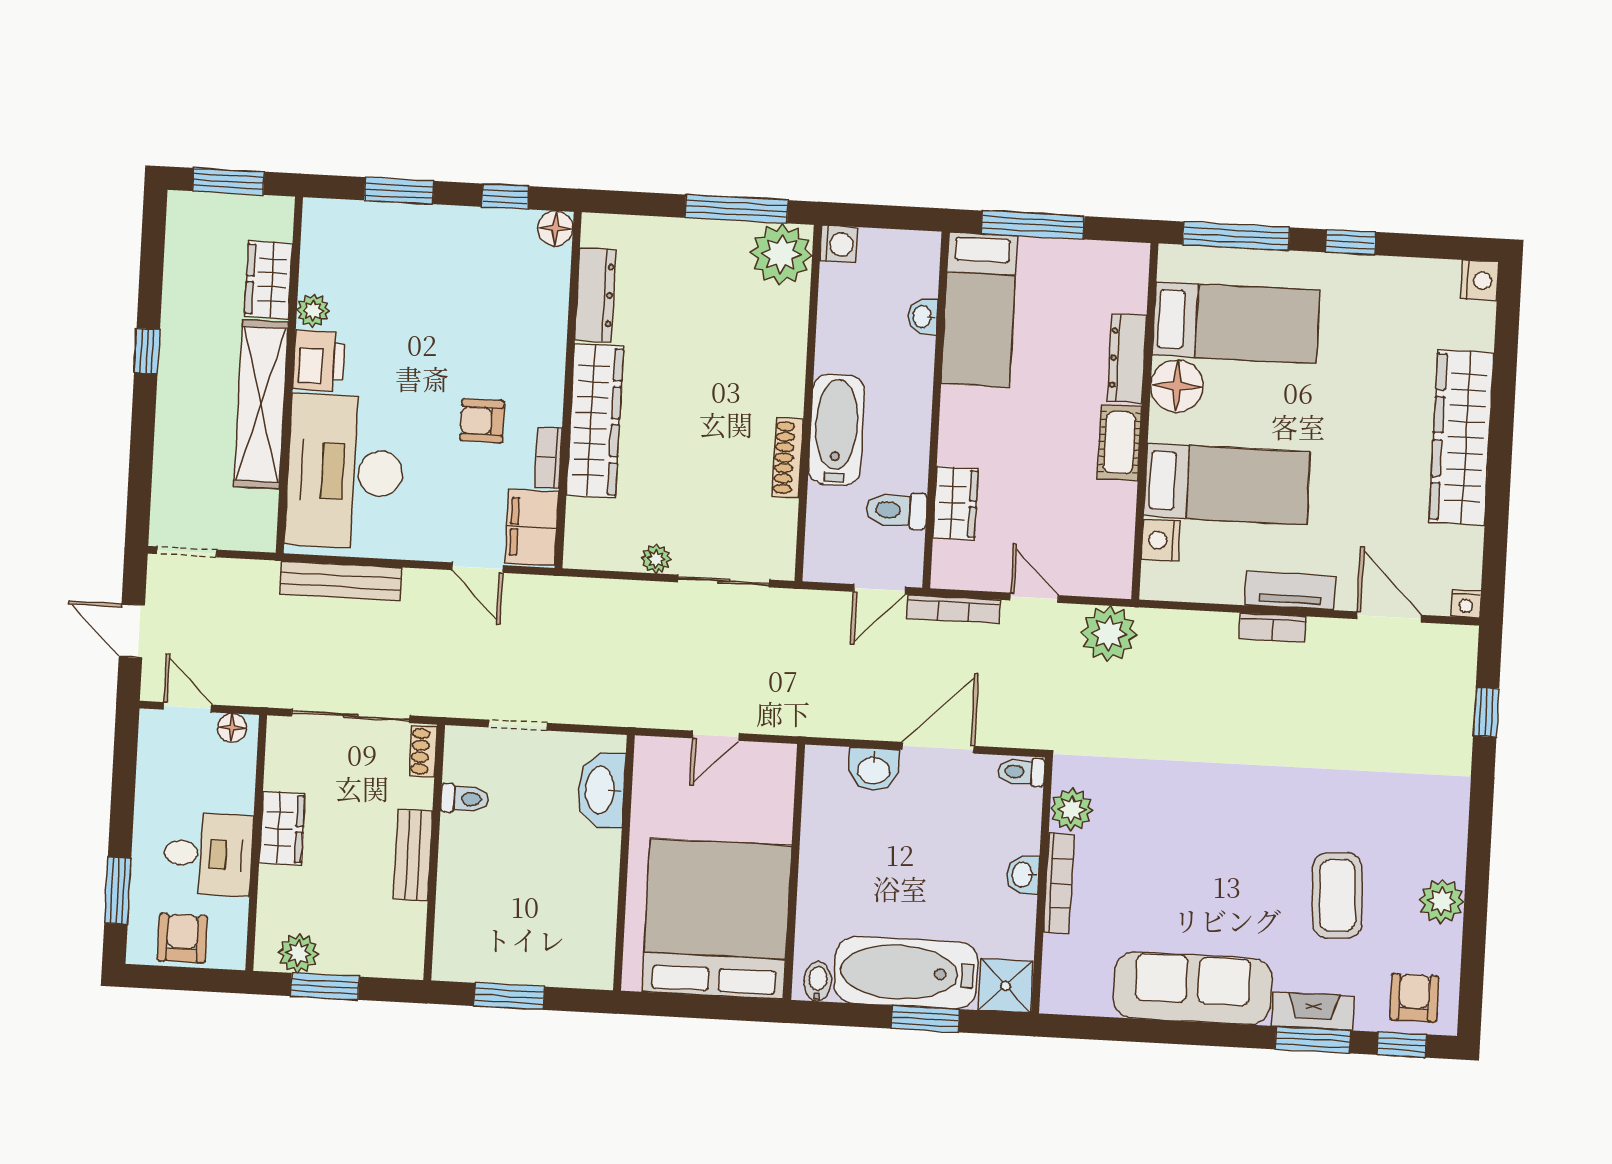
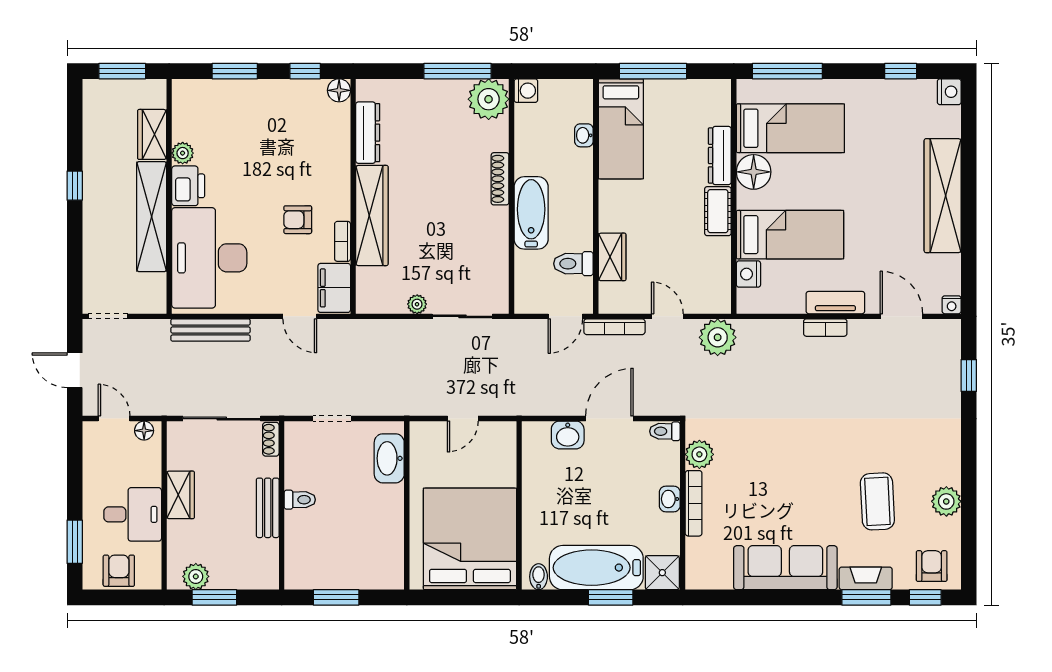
window: (1351, 242) -> (901, 71), moved
shoe rack: (788, 458) -> (500, 179), moved
toilet: (465, 799) -> (300, 500), moved

